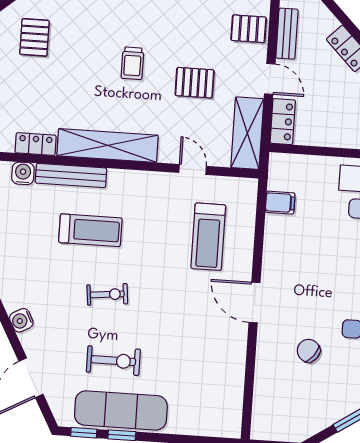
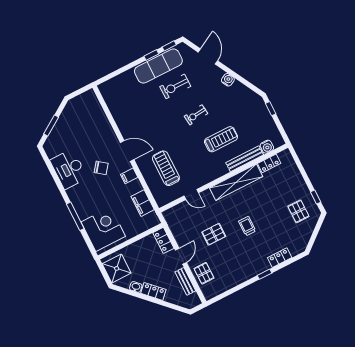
pallet: (249, 29) -> (204, 273), turned 90
door: (270, 79) -> (181, 256), swing flipped
shelving: (247, 133) -> (176, 226), removed
filing cabinet: (280, 203) -> (143, 203), width x2.00
treadmill: (90, 230) -> (221, 139), turned 180
filing cabinet: (276, 260) -> (129, 176), added
chair: (309, 351) -> (101, 168), moved

